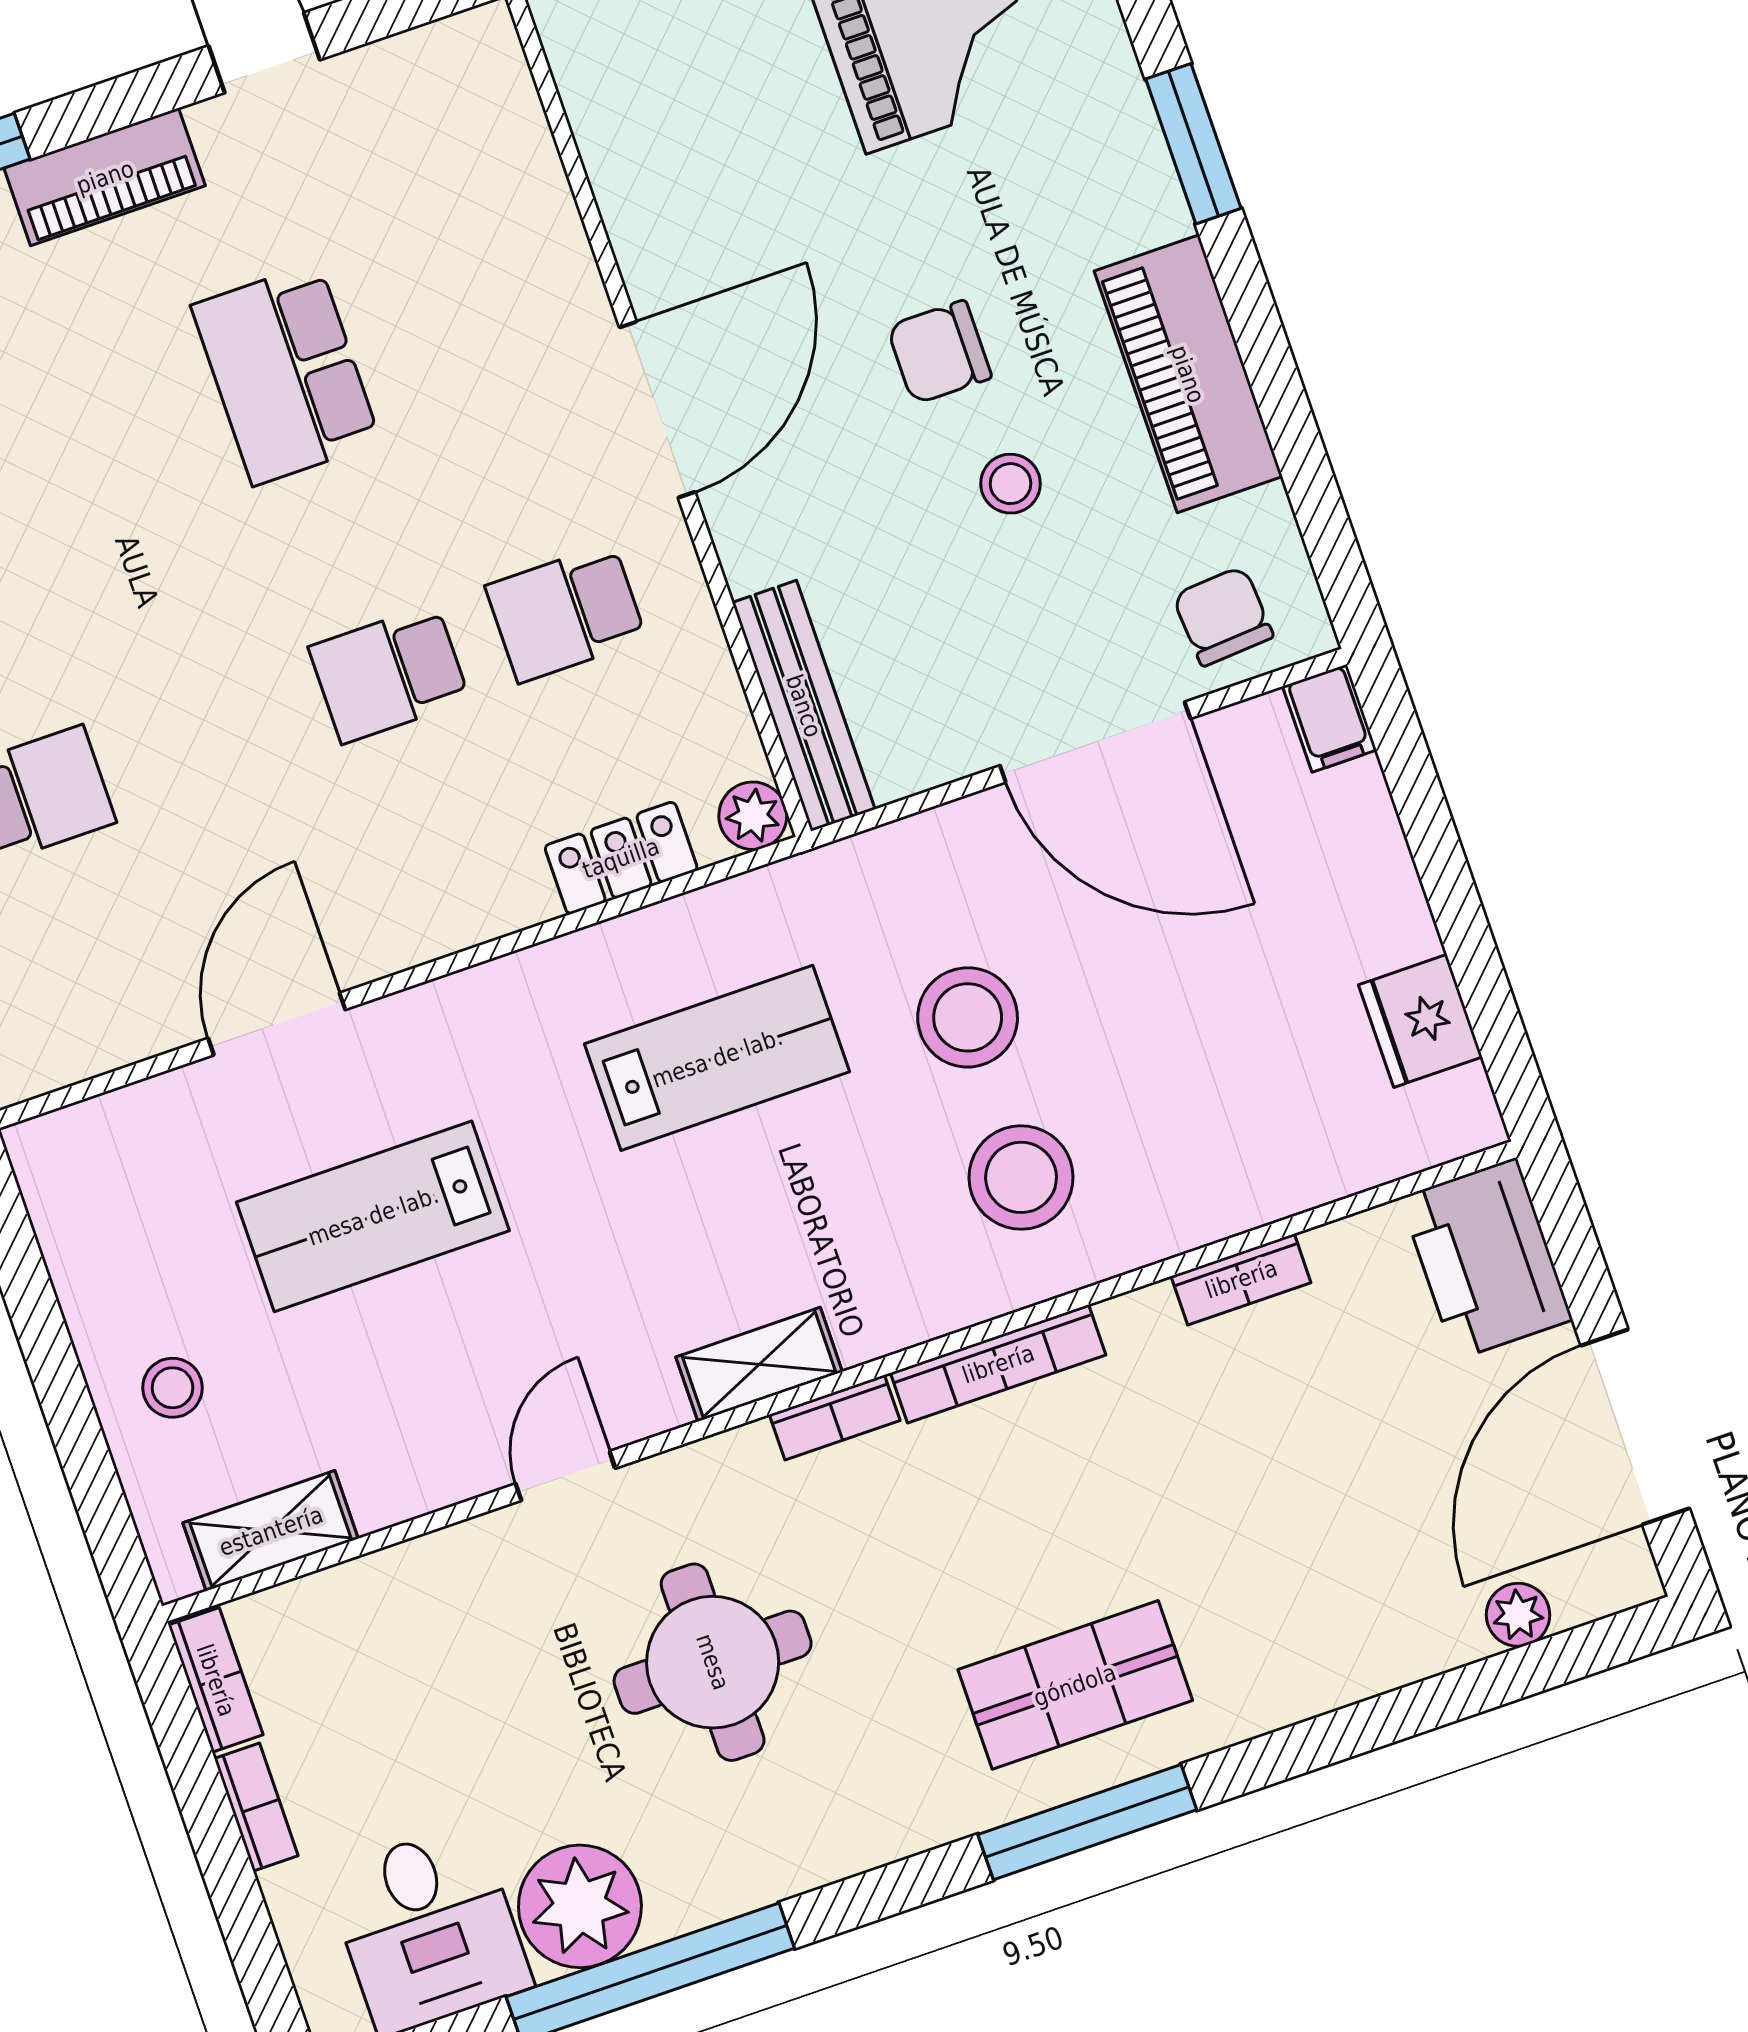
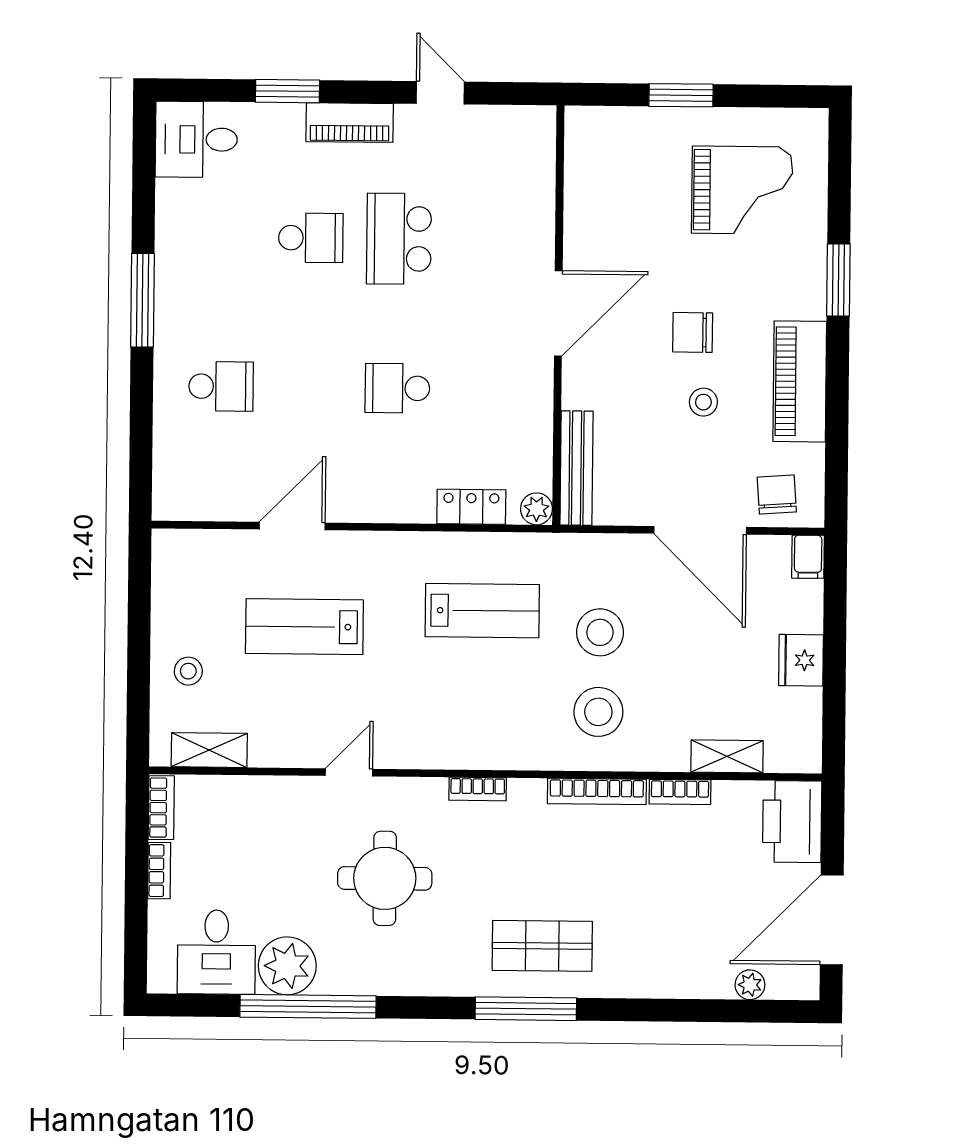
school desk: (566, 613) -> (311, 238), moved, turned 180
fridge: (1420, 1021) -> (801, 660), moved
shelving: (759, 1364) -> (727, 756), moved
bookcase: (998, 1364) -> (597, 791), moved

